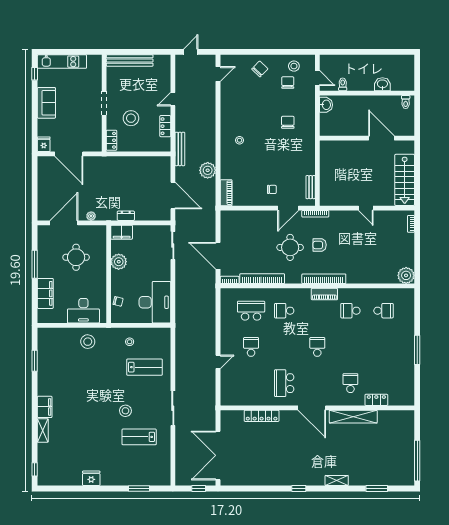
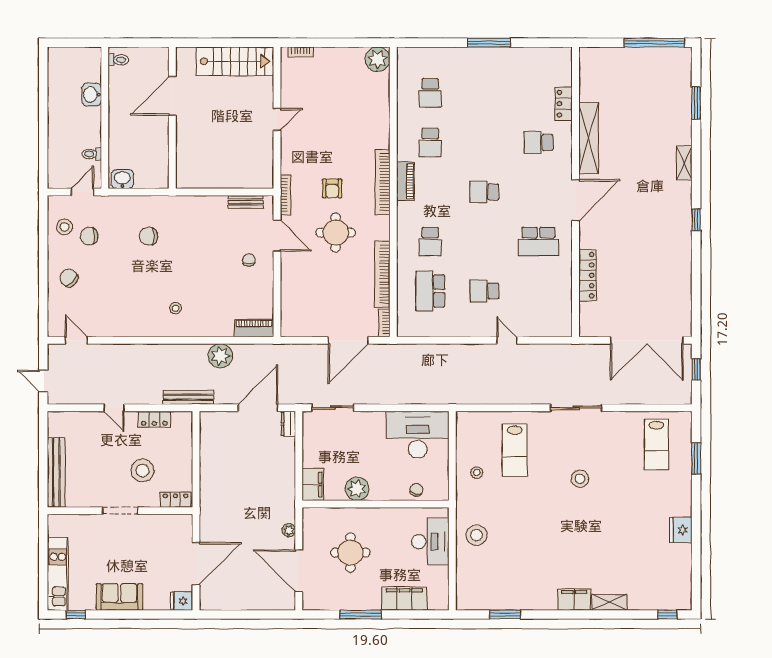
dresser: (126, 216) -> (288, 424), moved
school desk: (384, 311) -> (430, 93), turned 180
lab bench: (144, 367) -> (515, 450), turned 180
lab bench: (139, 437) -> (656, 445), moved

